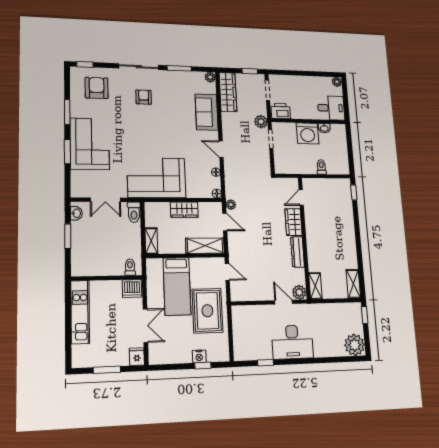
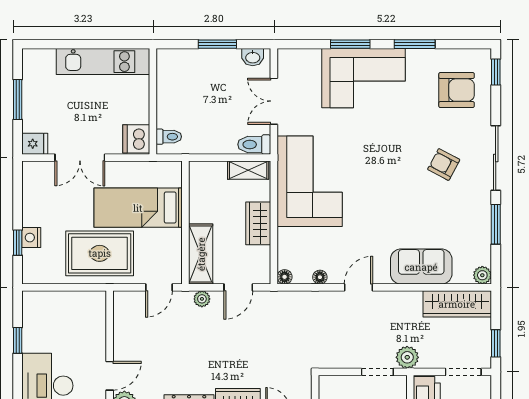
armchair: (144, 97) -> (444, 165), turned -152
plant: (231, 205) -> (202, 299), moved
shelving: (151, 241) -> (248, 170), moved

